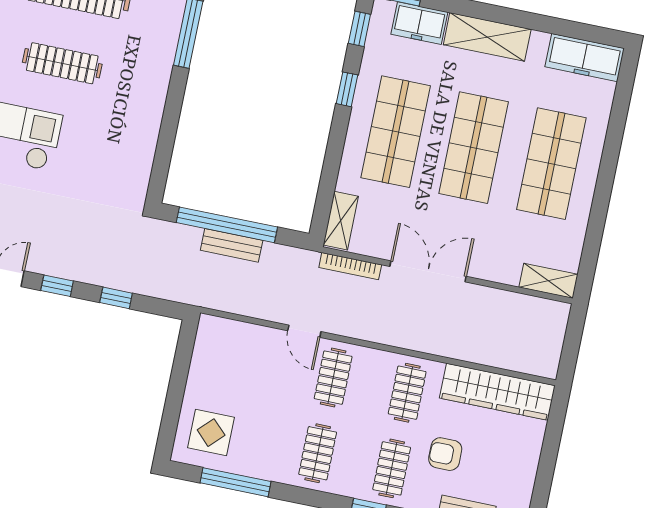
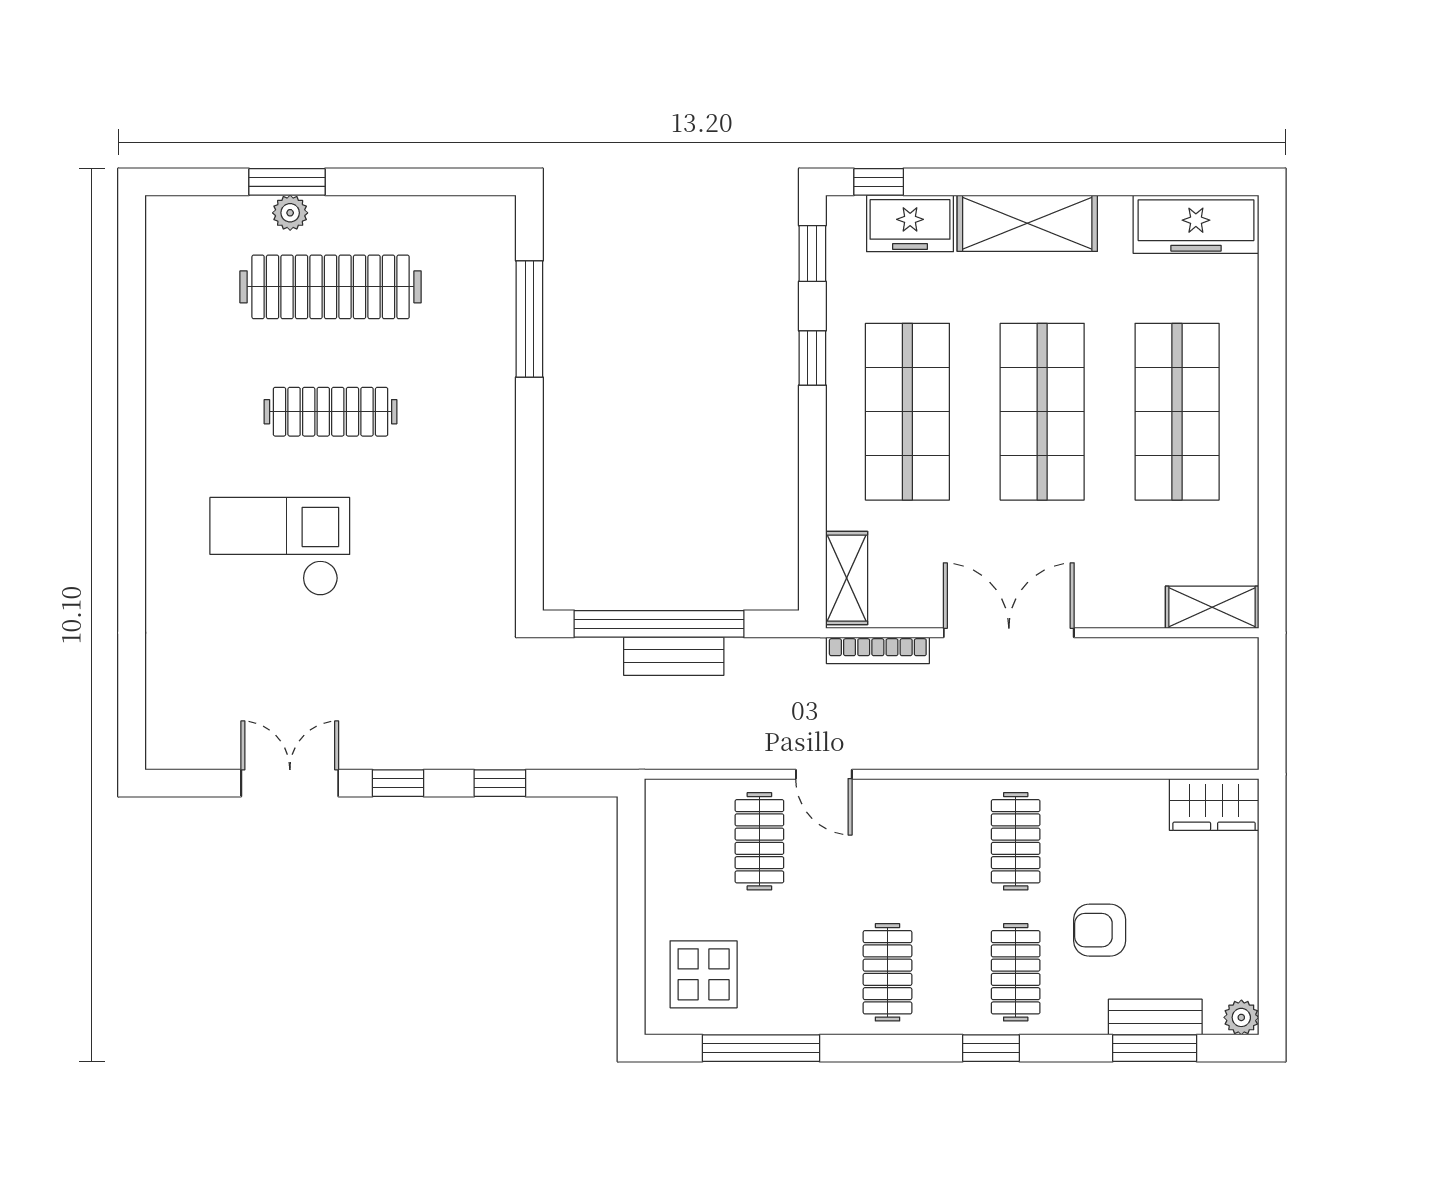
clothes rail: (333, 378) -> (759, 841), moved
wardrobe: (497, 392) -> (1214, 805), width x0.48, depth x0.85

